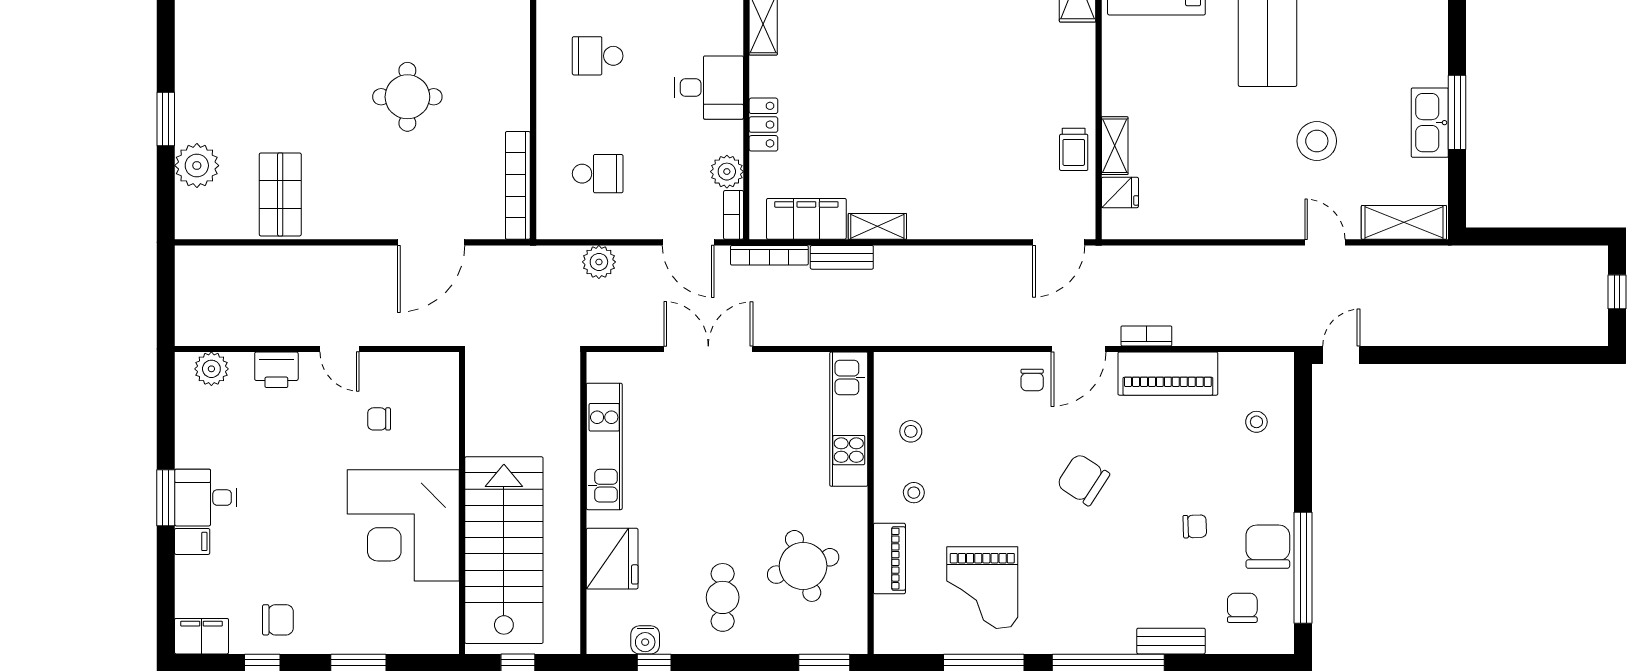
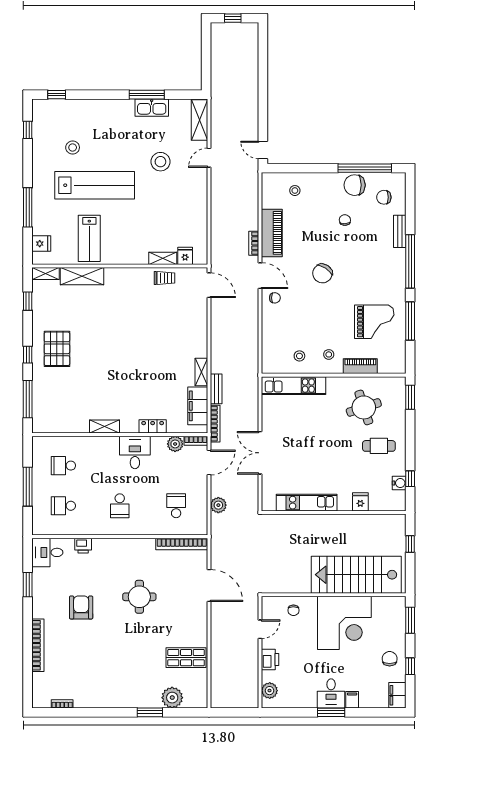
wall: (462, 503) -> (334, 595), moved
corner desk: (403, 525) -> (344, 623), moved
stairs: (504, 550) -> (356, 575), moved
fridge: (612, 559) -> (360, 502), width x0.53, depth x0.75

